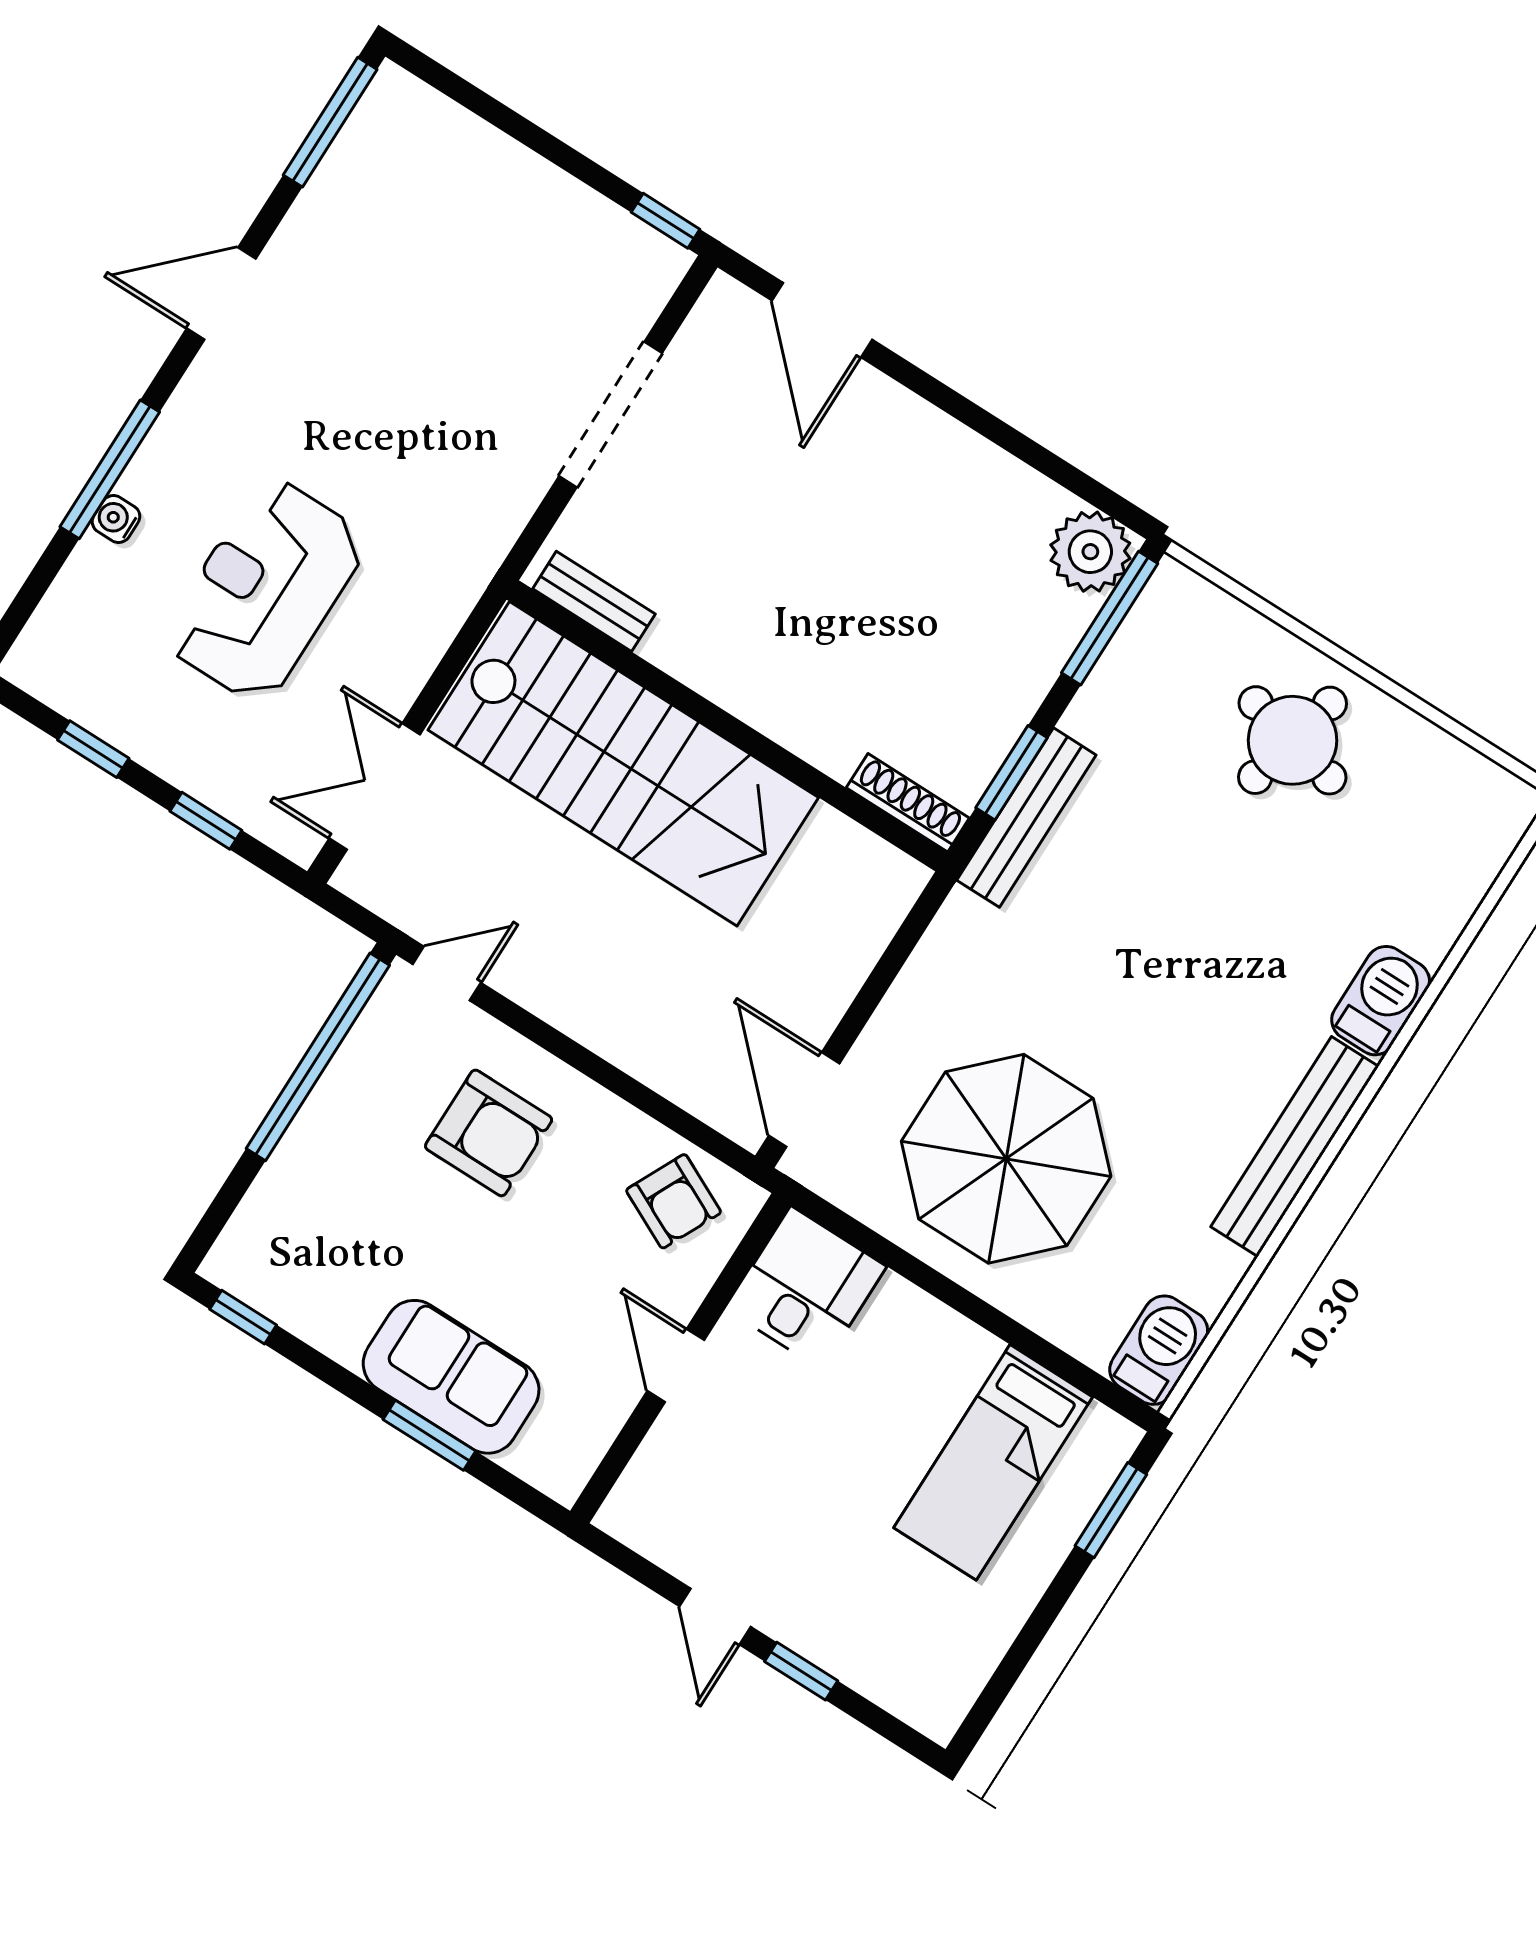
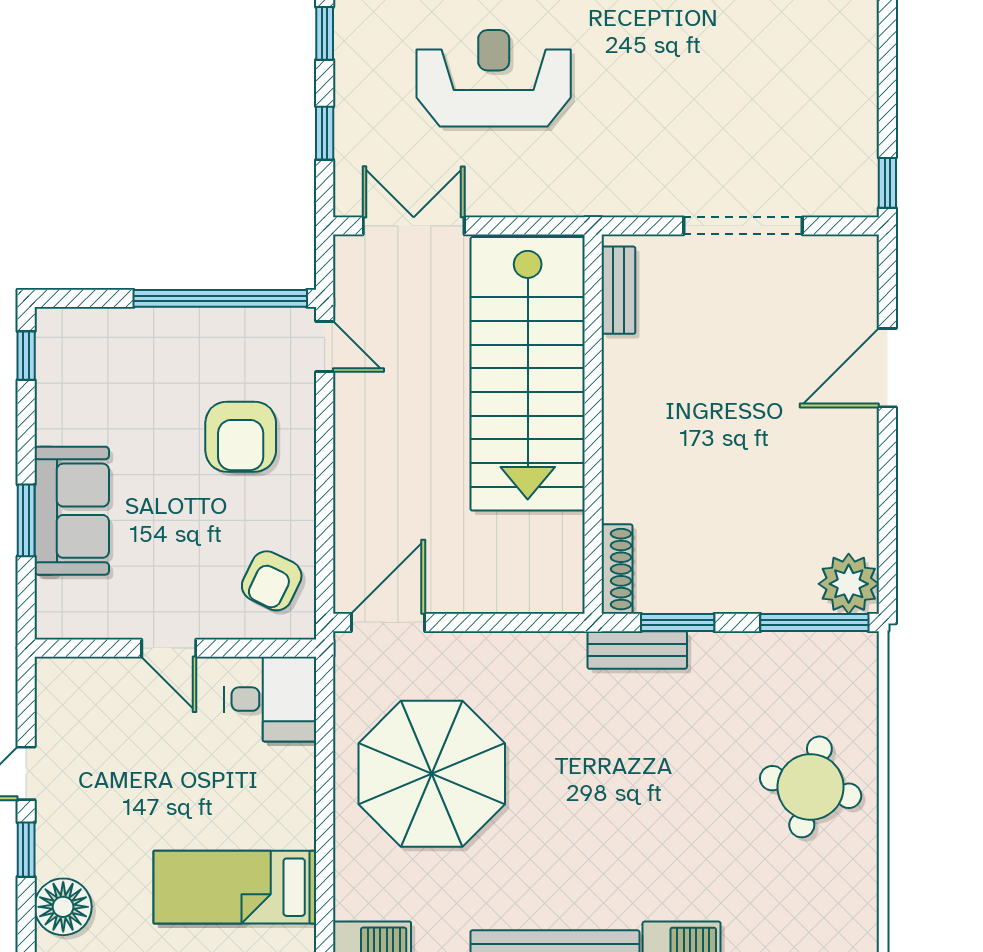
door: (822, 320) -> (887, 368), moved
bench: (1026, 818) -> (637, 650), width x0.73
door: (676, 1366) -> (169, 648), swing flipped
floor lamp: (892, 1670) -> (63, 907), added

